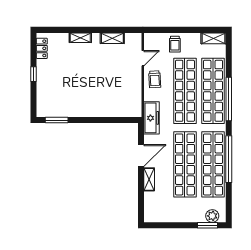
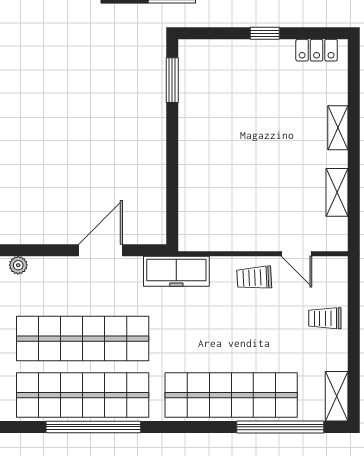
shop shelf: (185, 91) -> (231, 339), removed
window: (229, 99) -> (280, 427), moved
door: (141, 156) -> (101, 250), swing flipped
shelving: (149, 179) -> (53, 267), removed
plant: (149, 196) -> (18, 265), added

